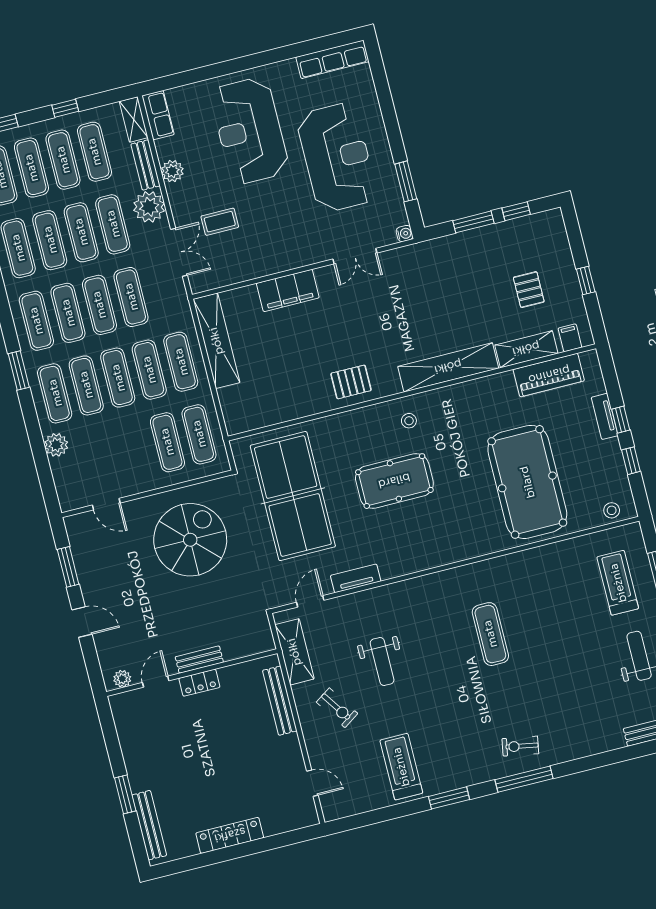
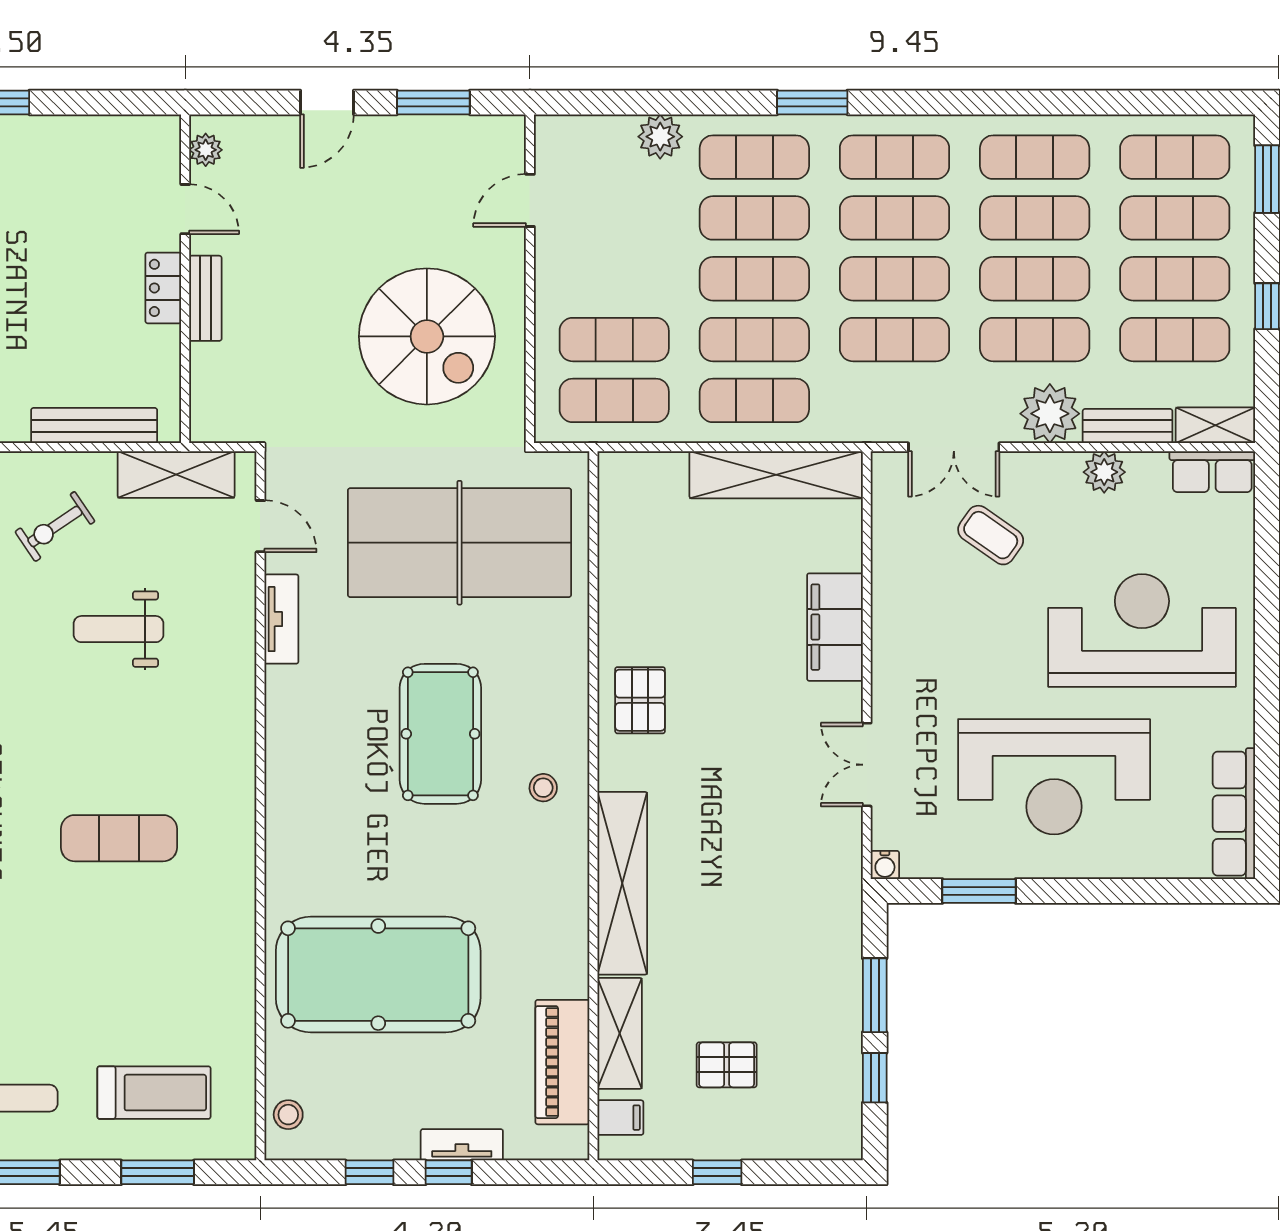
coffee table: (220, 222) -> (991, 535), turned -55

